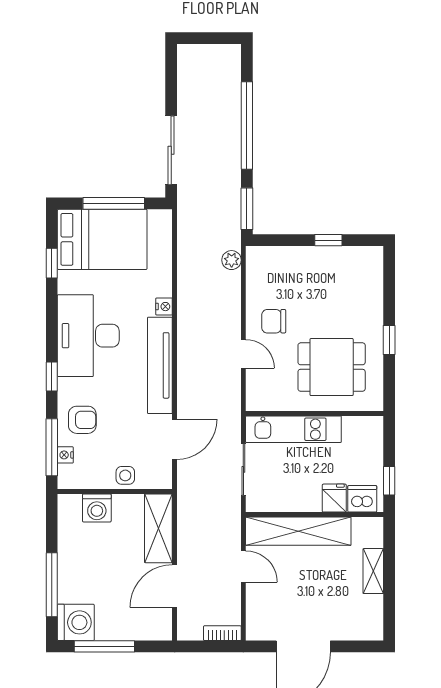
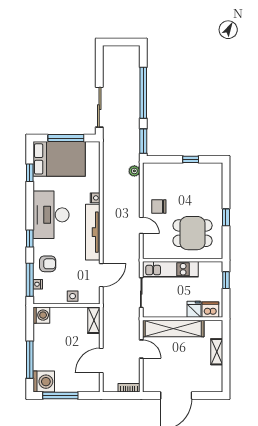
window: (389, 481) -> (226, 280), moved
washing machine: (97, 508) -> (41, 315), moved, turned -90
shelving: (158, 528) -> (94, 320), width x0.67, depth x0.75

